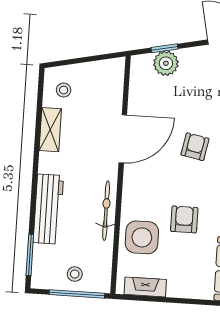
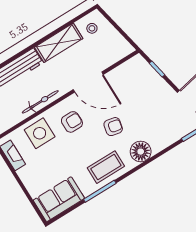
plant: (166, 63) -> (149, 76), removed
shelving: (50, 130) -> (59, 43), width x1.50, depth x1.33
armchair: (184, 219) -> (72, 122), moved

